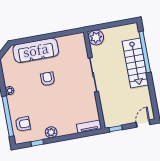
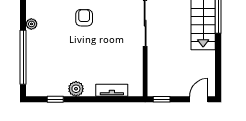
armchair: (23, 124) -> (41, 71), removed
tv unit: (89, 127) -> (112, 90), moved

